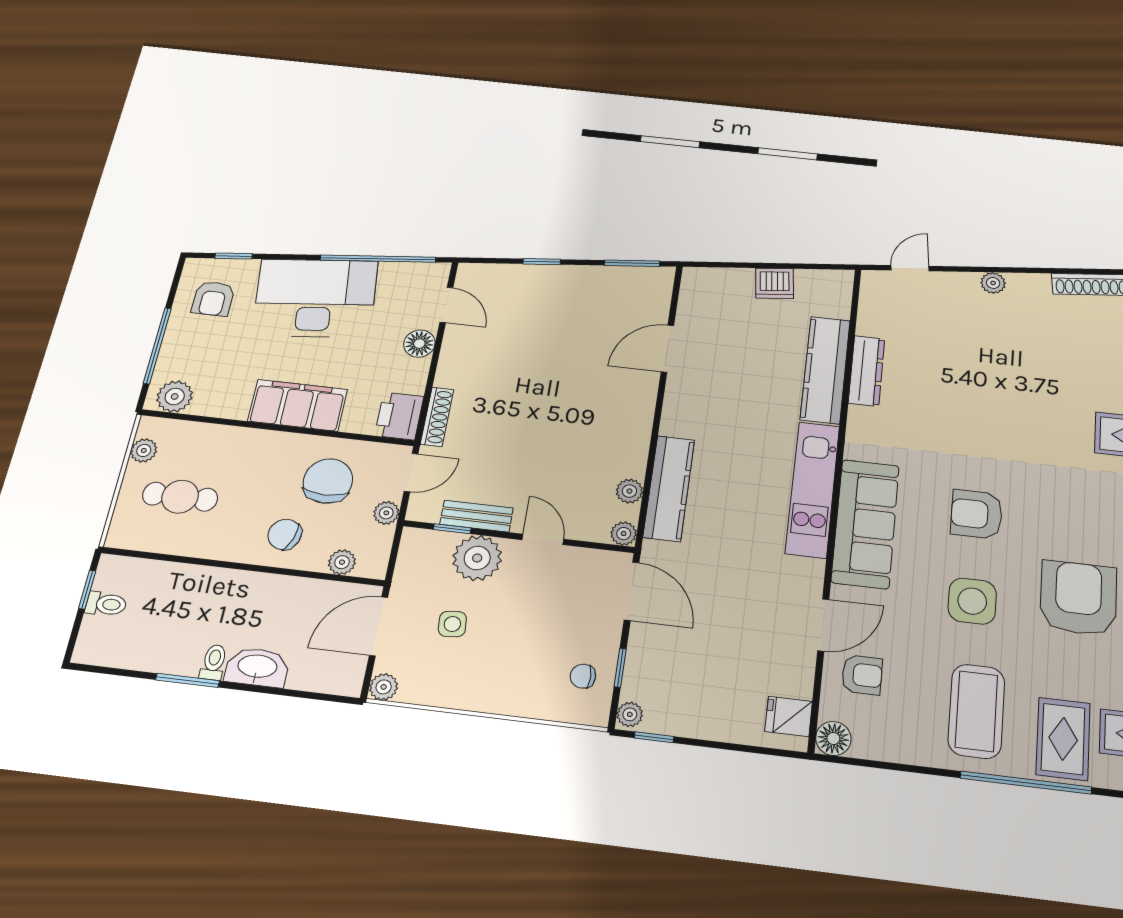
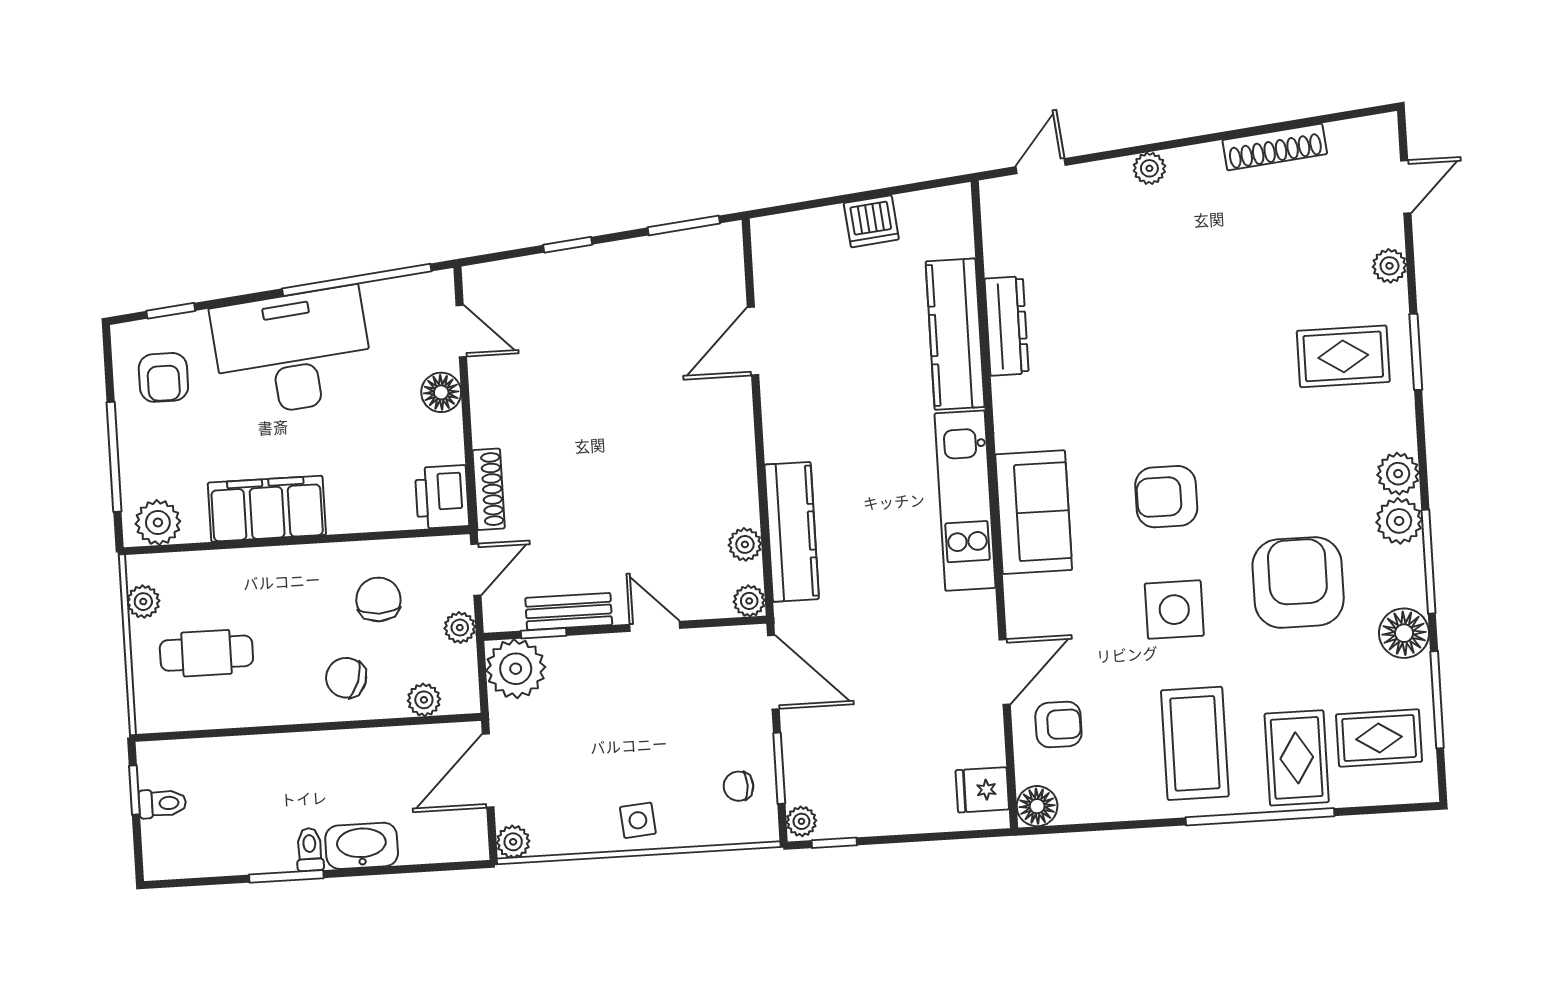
filing cabinet: (298, 405) -> (267, 509), moved
chair: (328, 481) -> (378, 599), width x0.73, depth x0.73
sofa: (865, 524) -> (1034, 512), width x0.73
plant: (477, 558) -> (516, 669), moved
side table: (452, 624) -> (638, 820), moved
window: (620, 668) -> (779, 768), width x1.50

